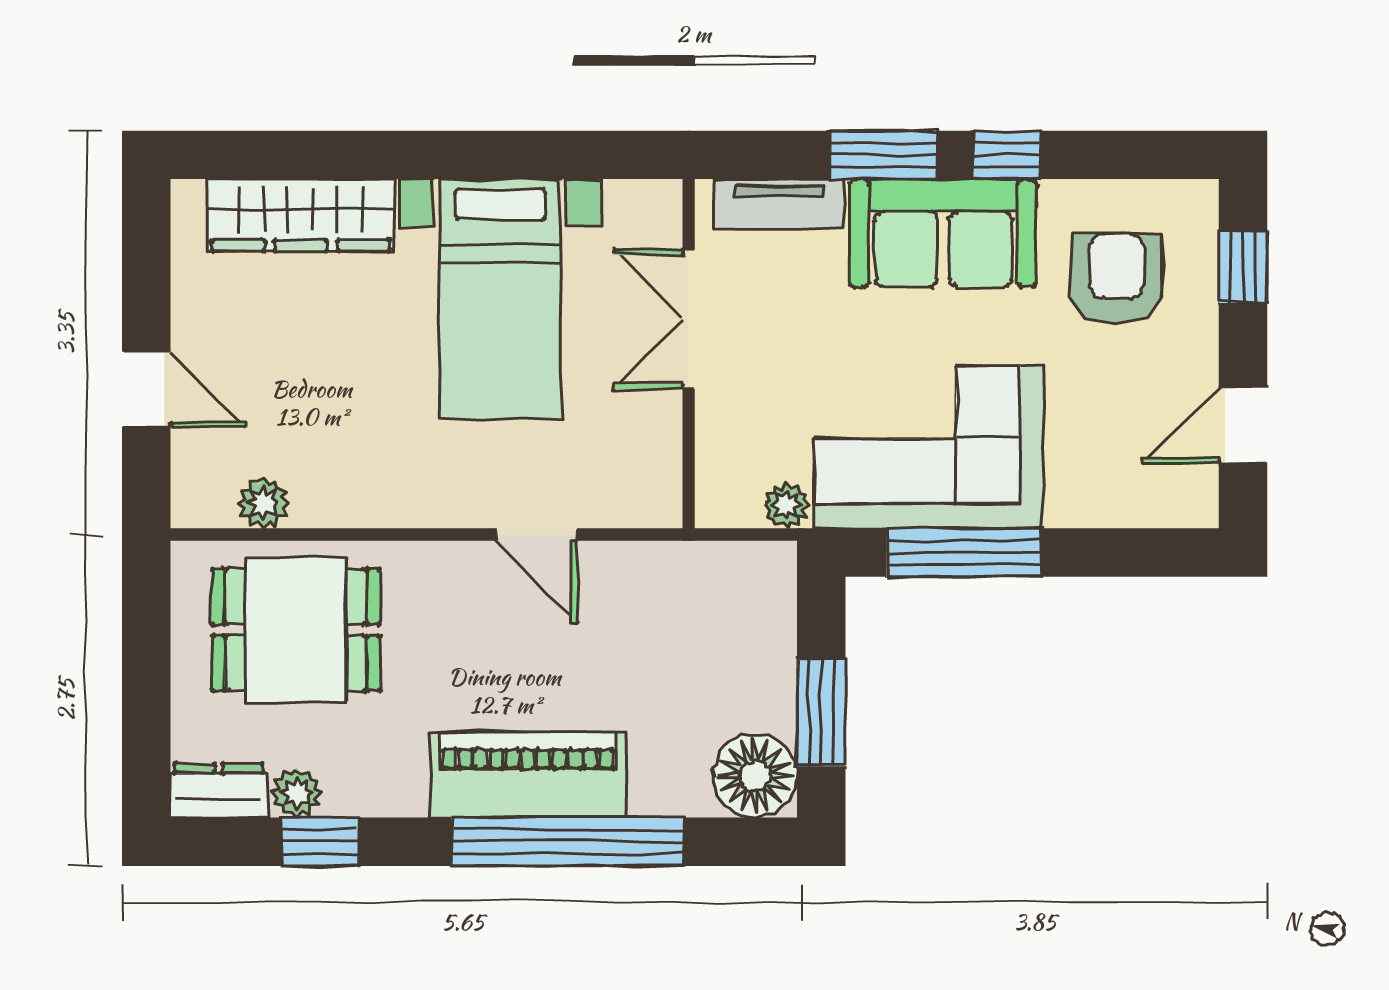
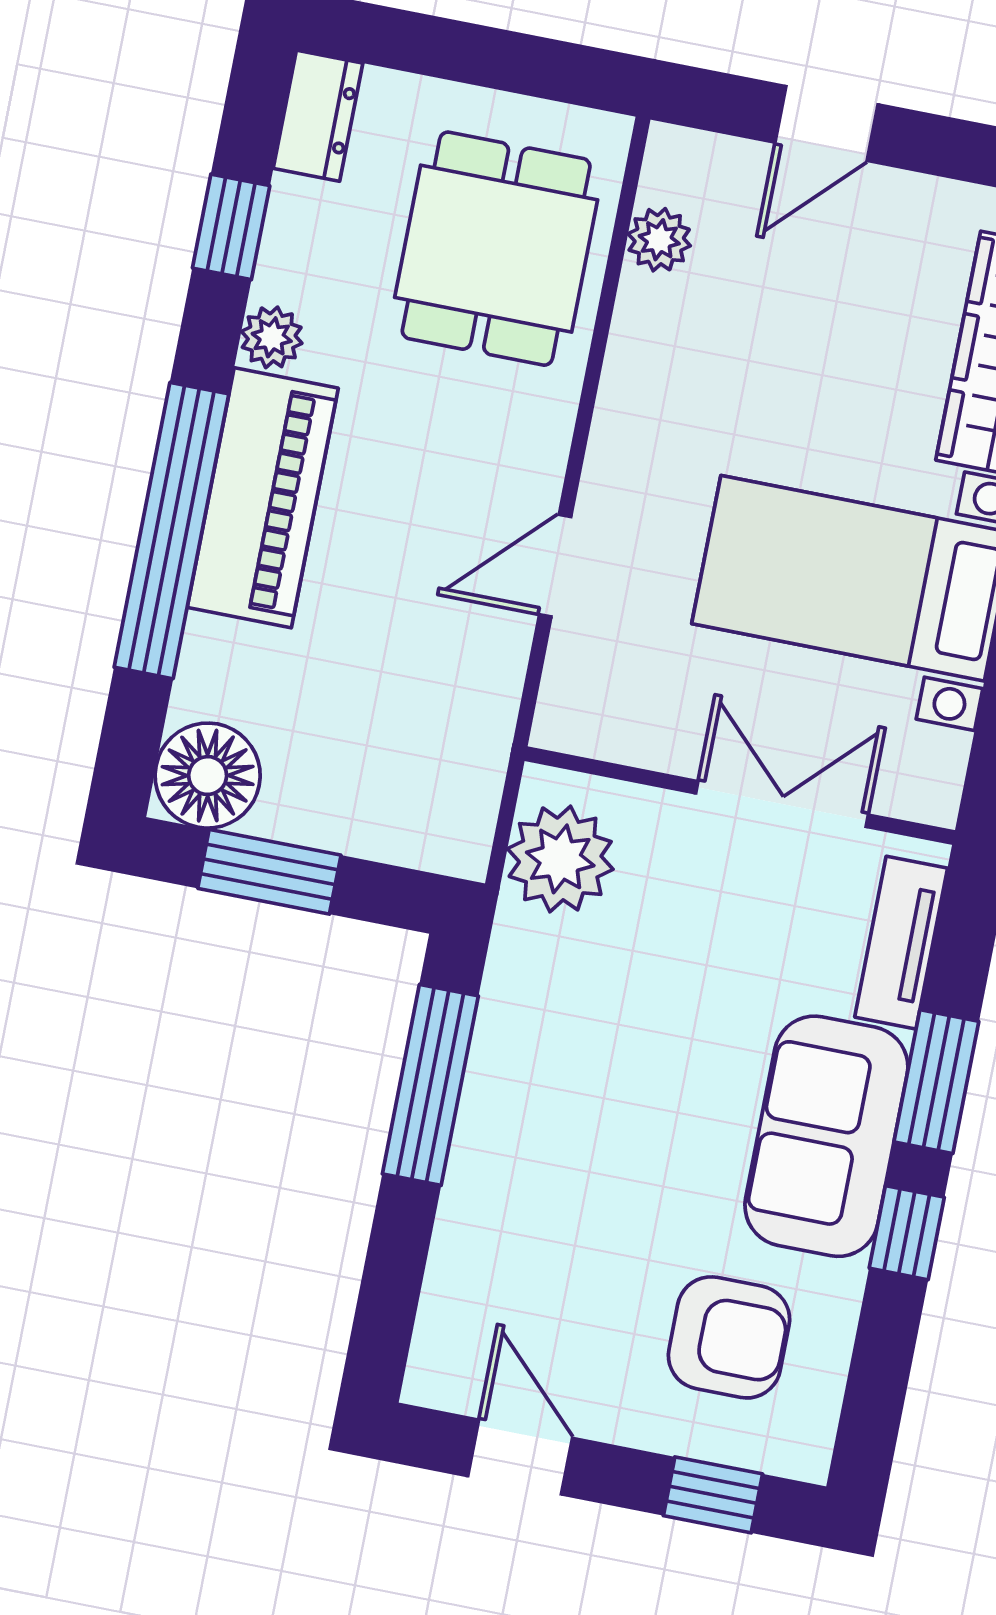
corner sofa: (929, 447) -> (568, 1067), removed
plant: (786, 505) -> (560, 859), width x1.88, depth x1.88
plant: (297, 793) -> (272, 337), moved

